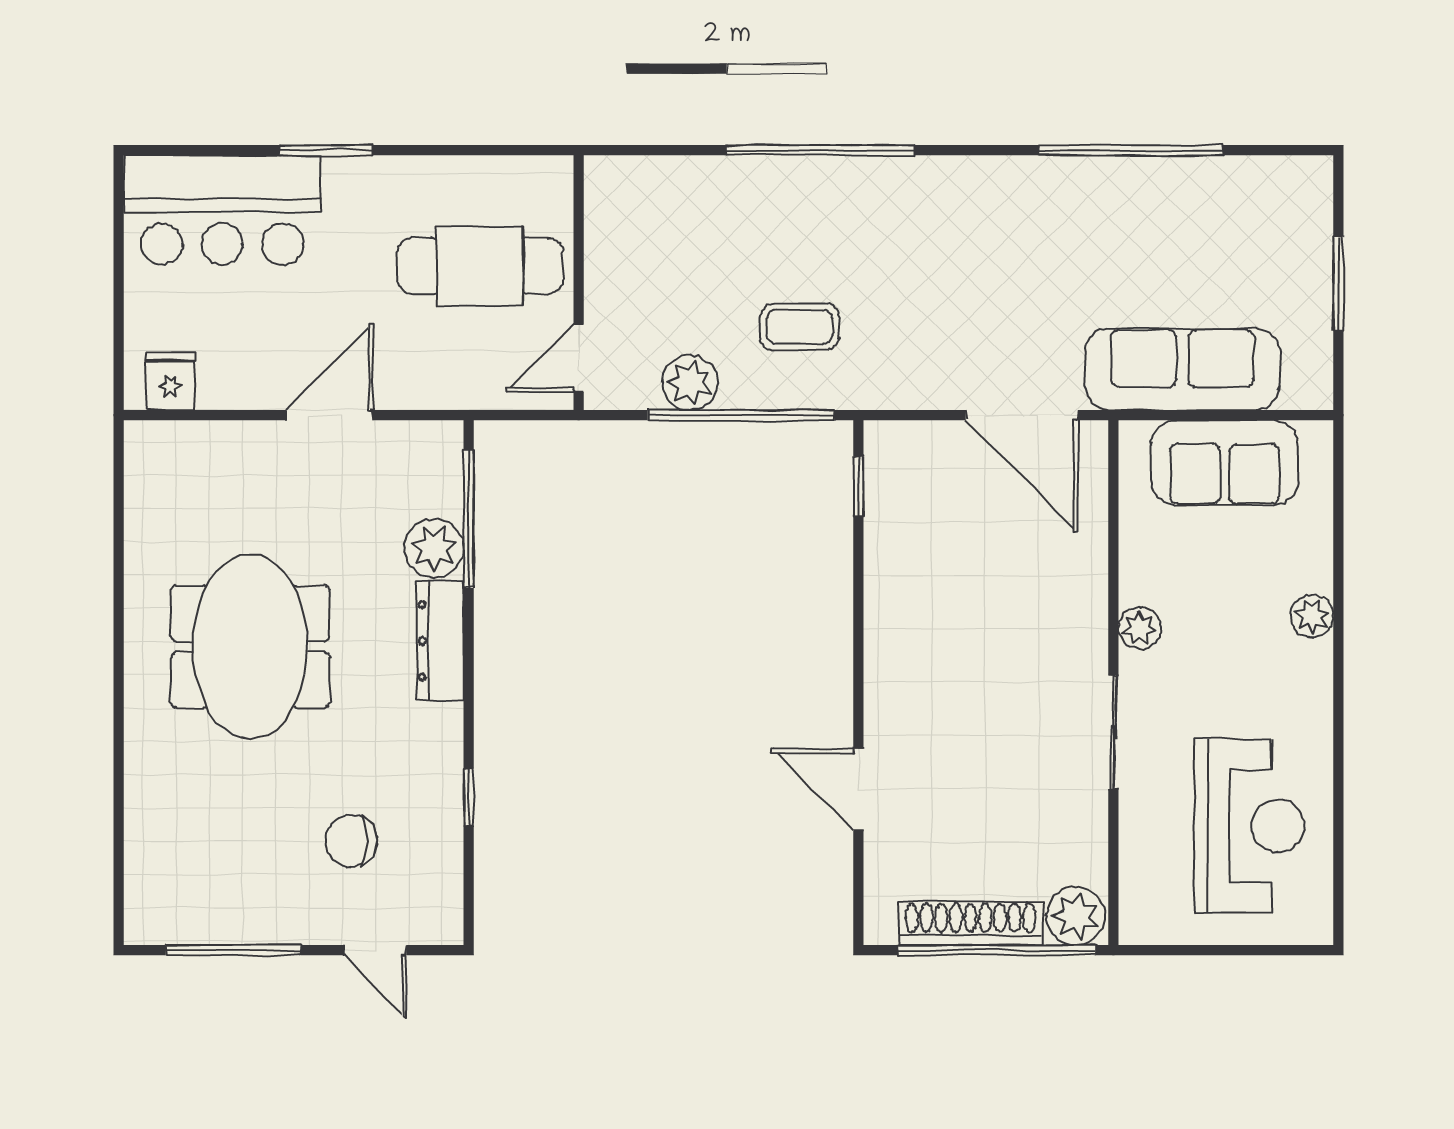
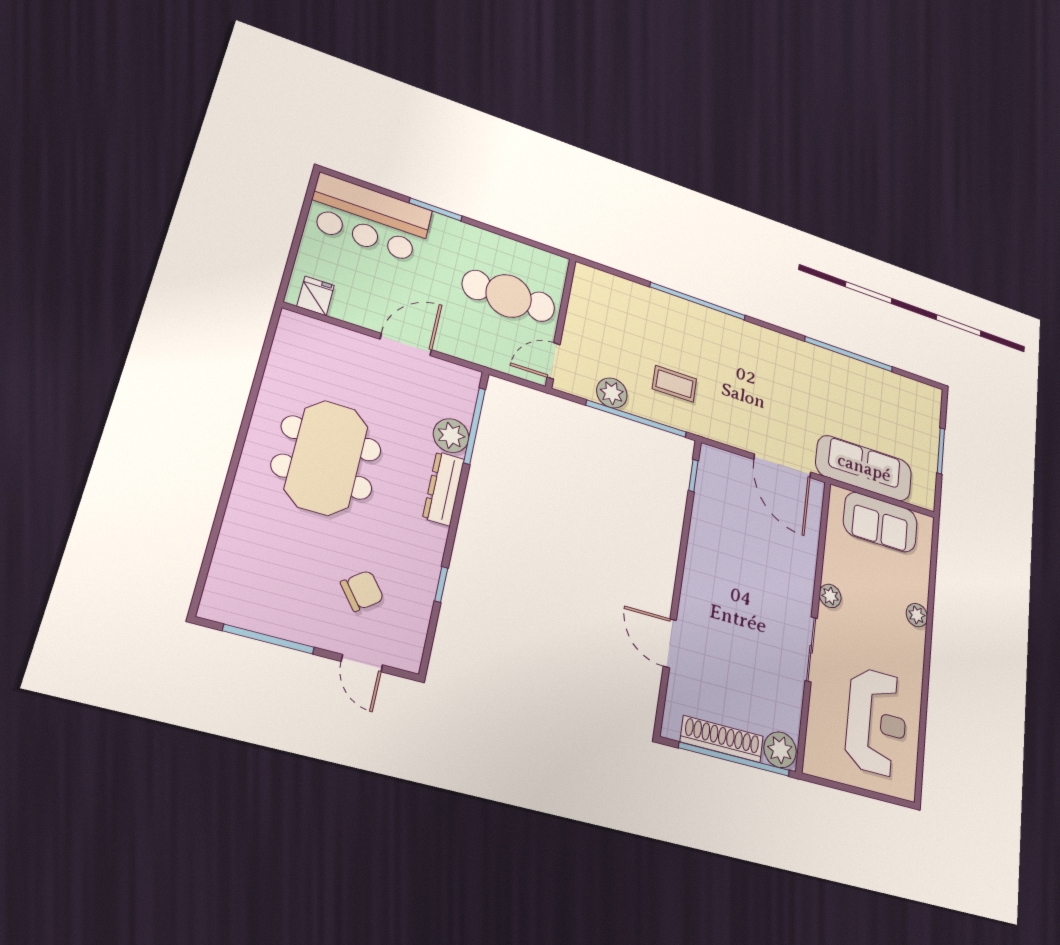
chair: (351, 841) -> (362, 591), turned 142

